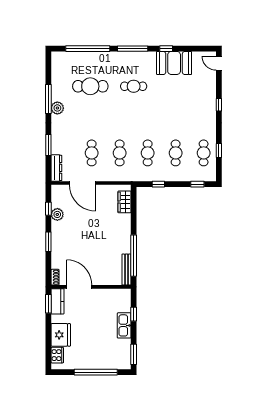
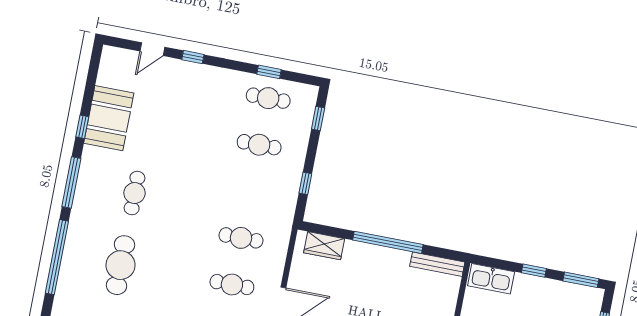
door: (219, 63) -> (152, 49), moved
cafe table: (148, 153) -> (250, 191), removed
window: (134, 256) -> (388, 242), moved
window: (134, 314) -> (534, 271), moved
kitchen sink: (124, 325) -> (491, 279), moved

